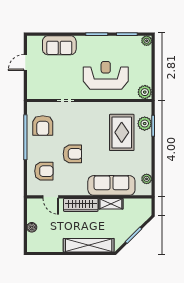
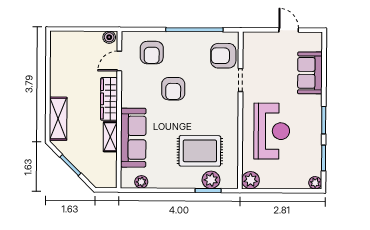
armchair: (43, 126) -> (223, 56), moved
boiler: (32, 227) -> (109, 37), moved
shelving: (89, 245) -> (58, 119), width x0.68

